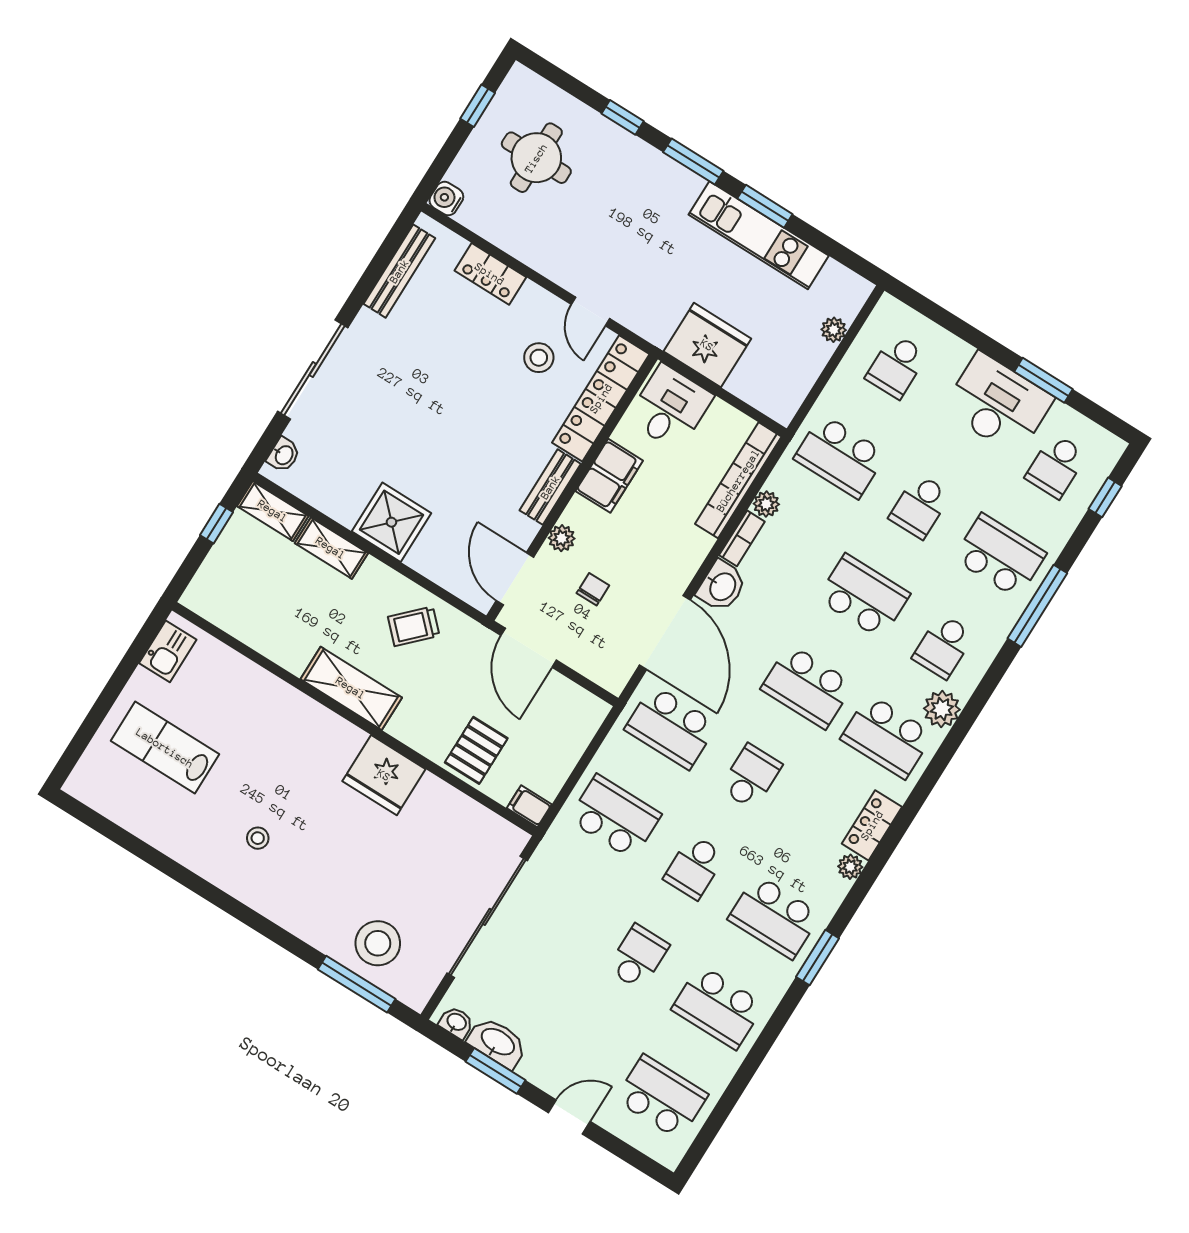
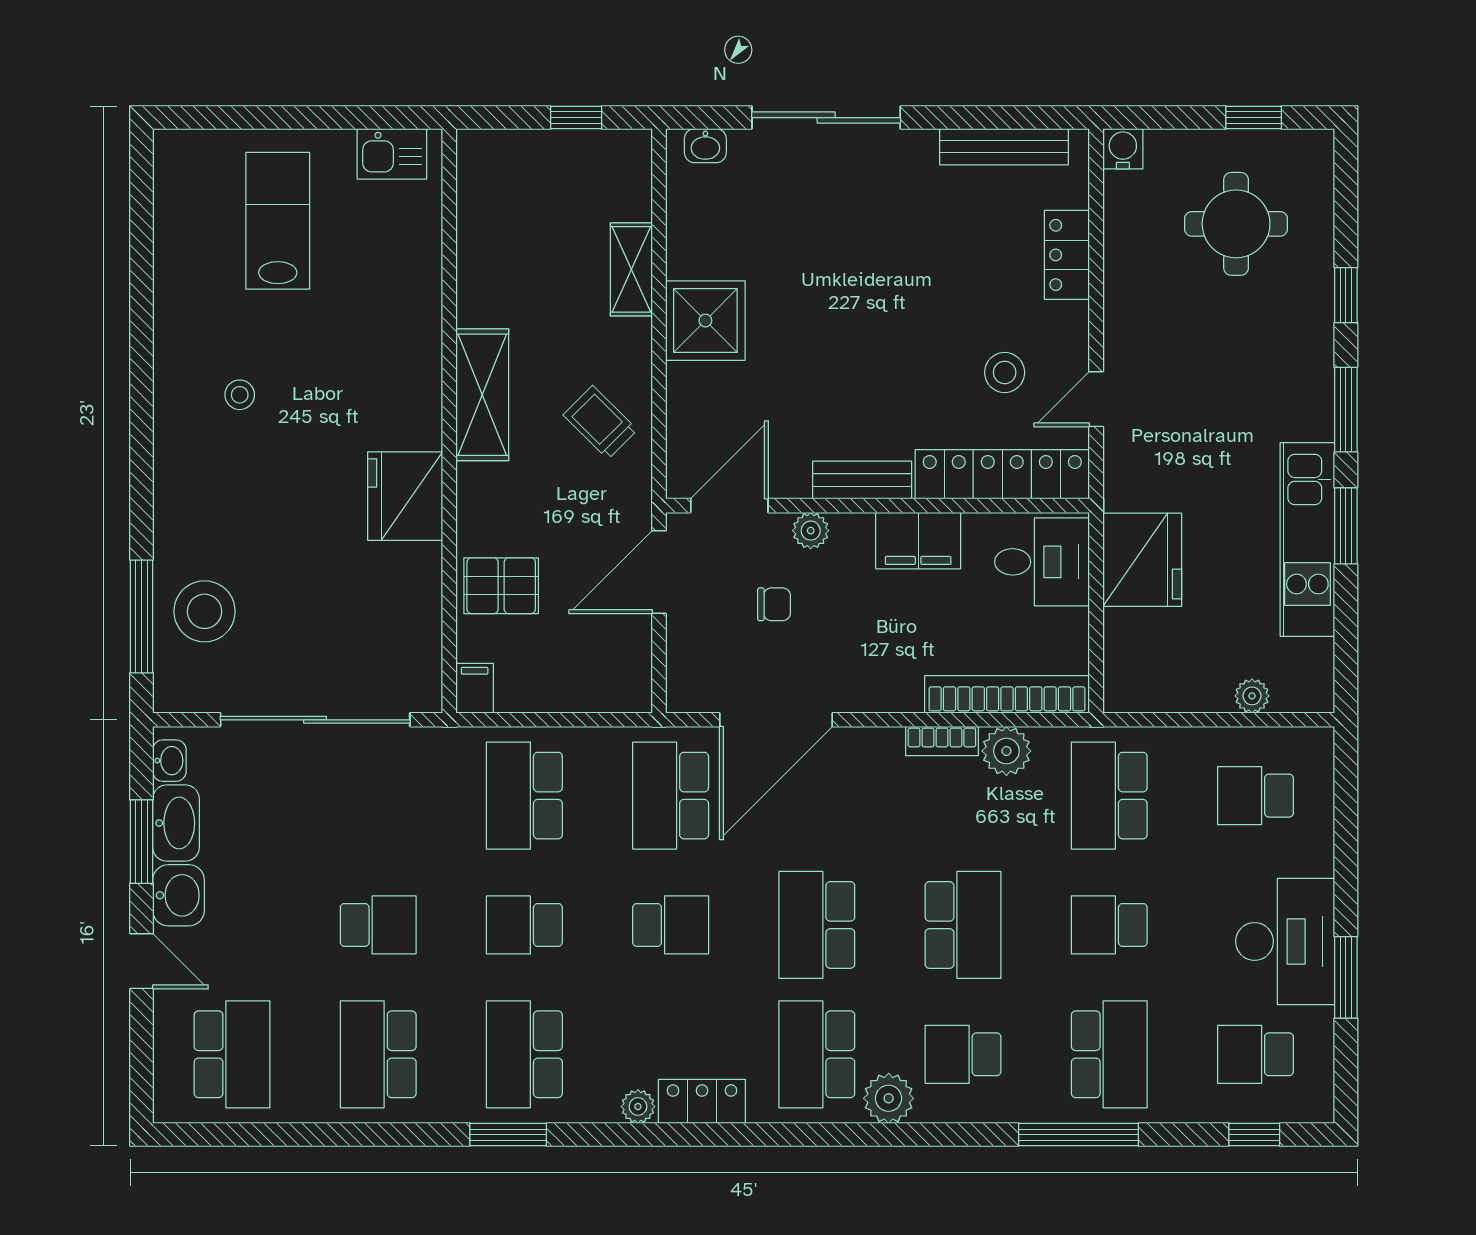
plant: (766, 504) -> (1006, 751), width x1.38, depth x1.38
shelving: (273, 511) -> (632, 174), removed
washbasin: (722, 586) -> (179, 895), moved, turned -90
school desk: (615, 817) -> (524, 796), turned 180

